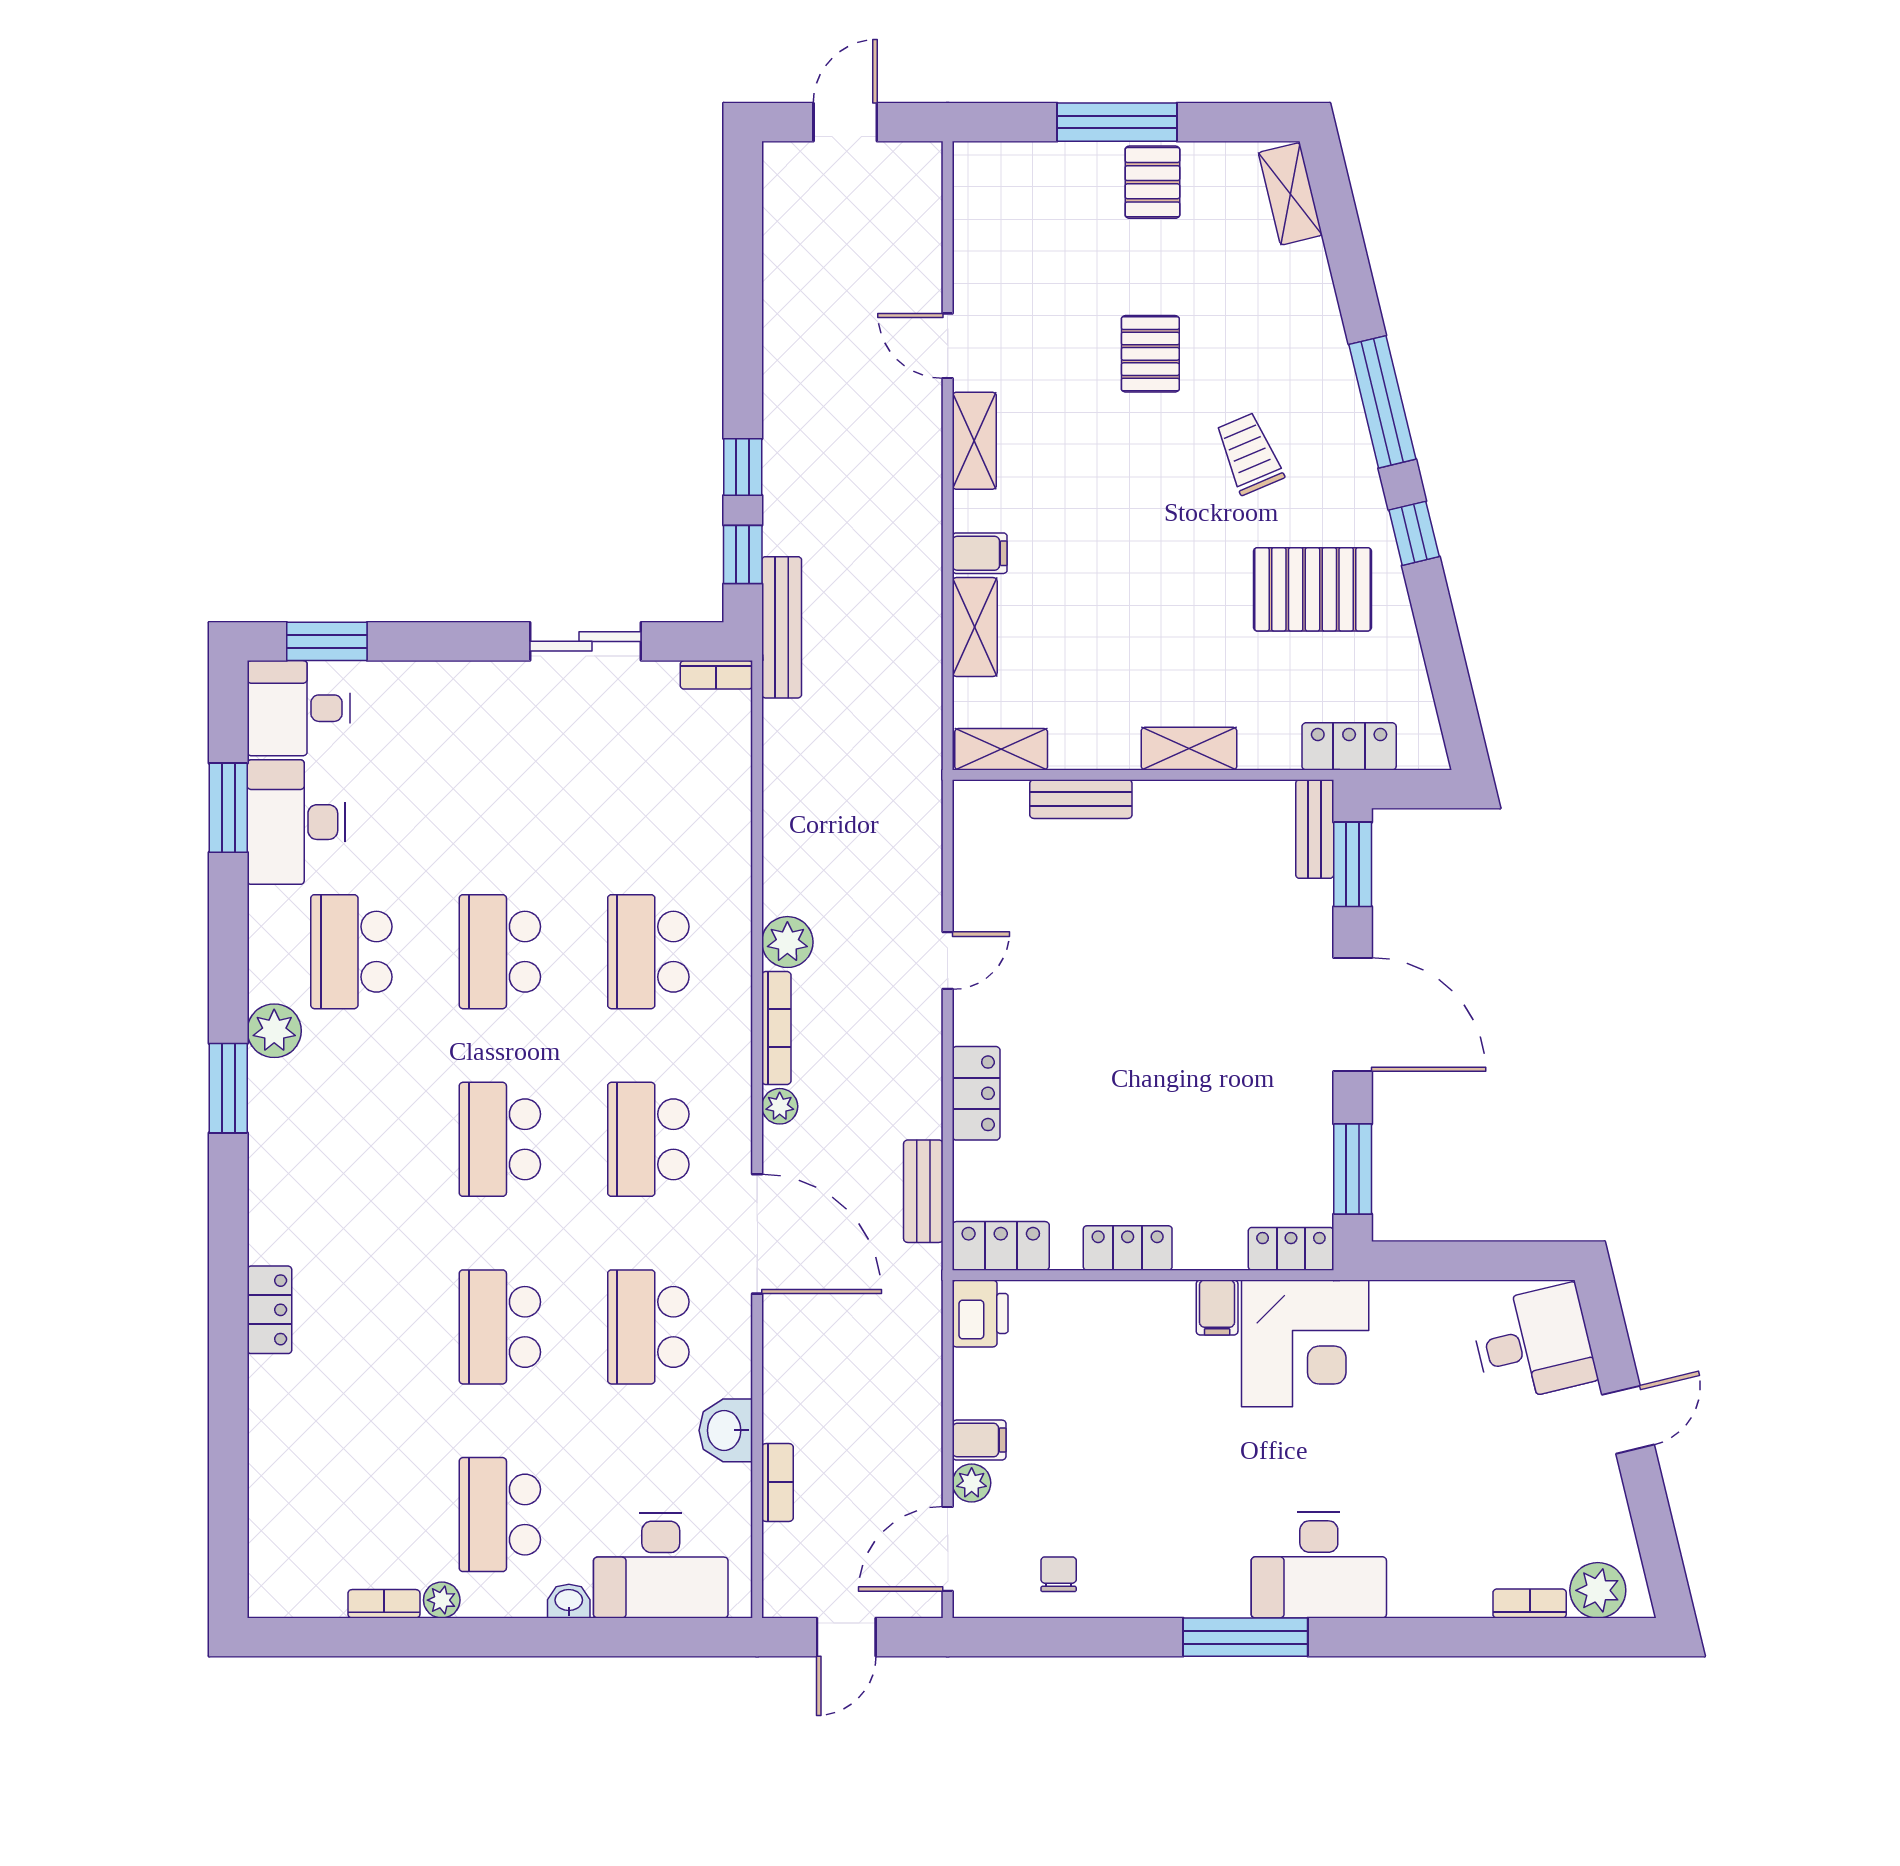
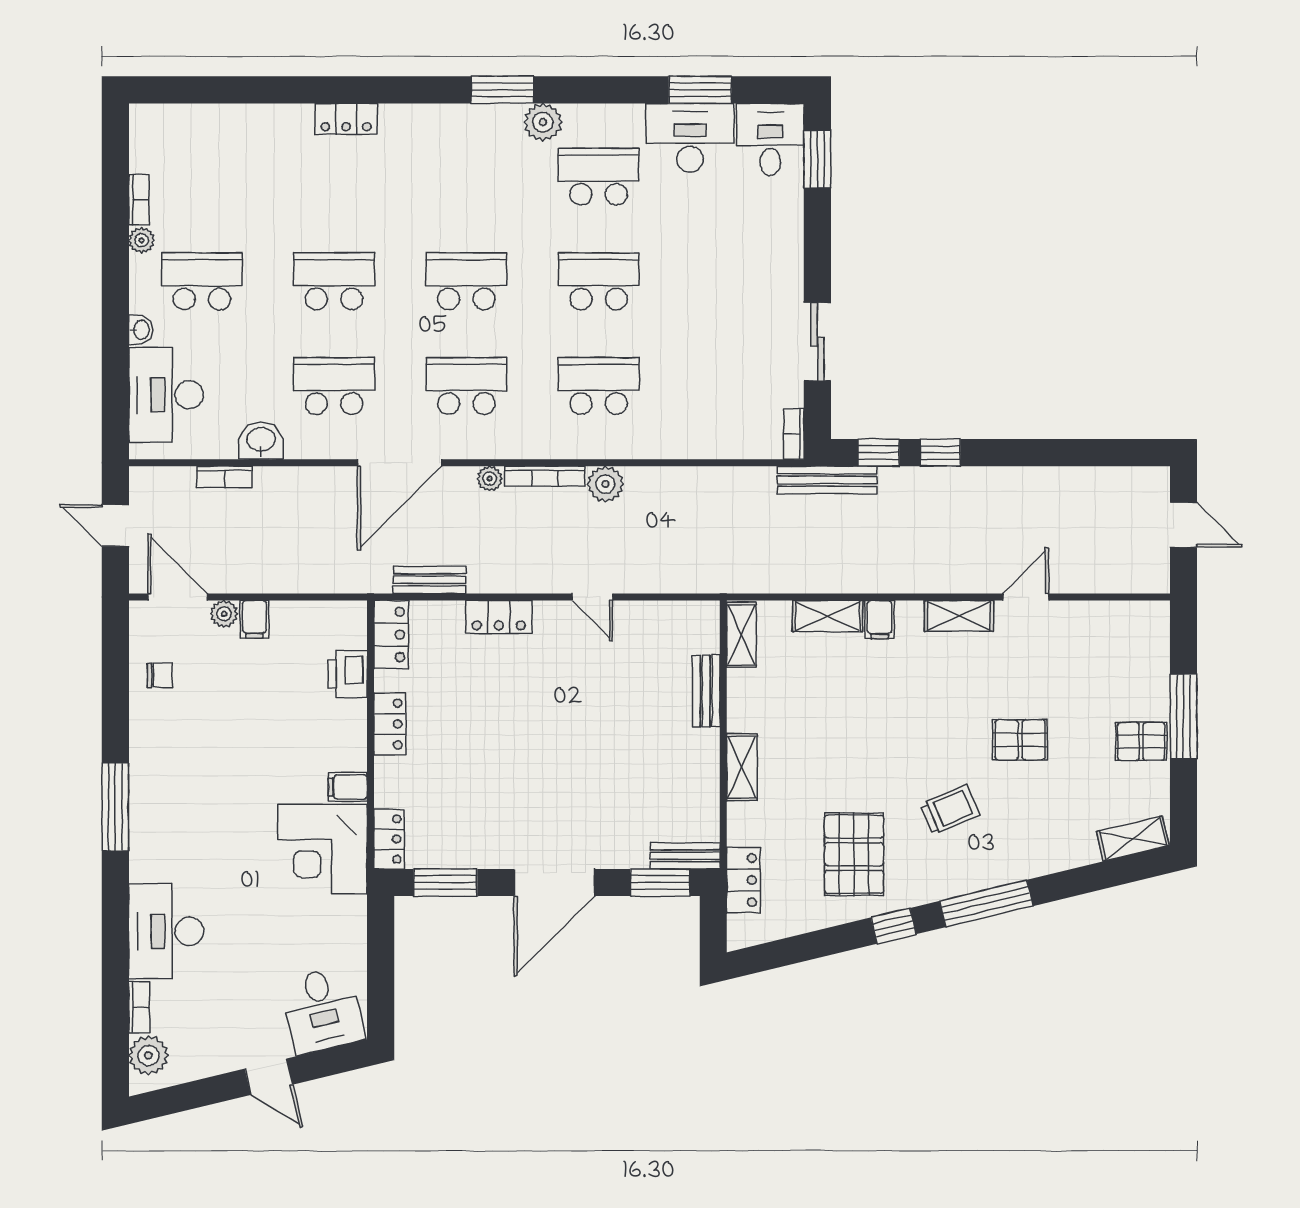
printer: (980, 1313) -> (348, 674), moved, turned 90
desk: (1319, 1565) -> (166, 931), moved

